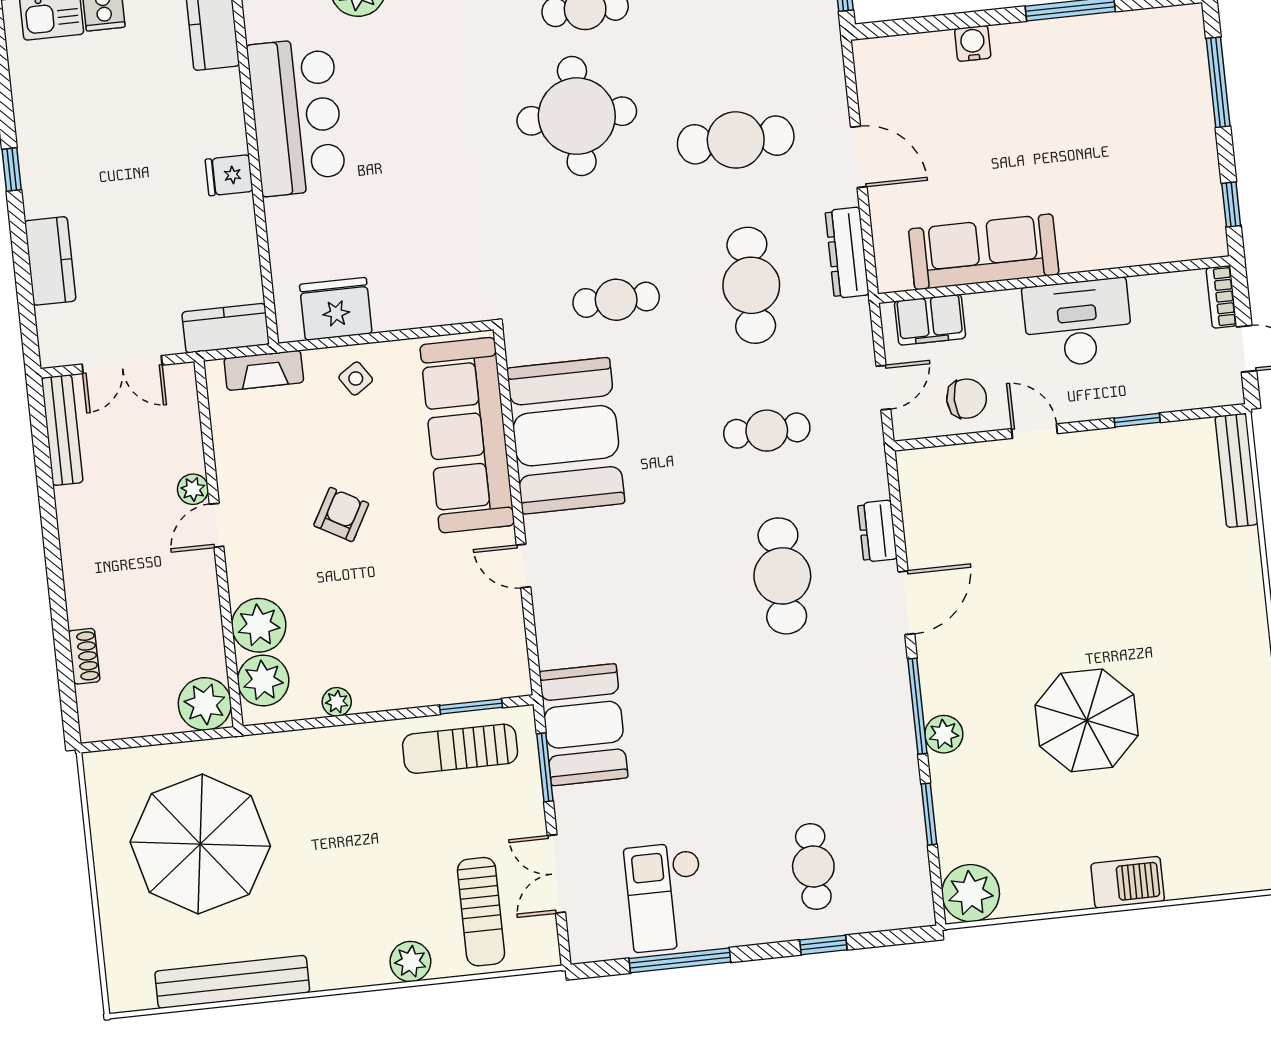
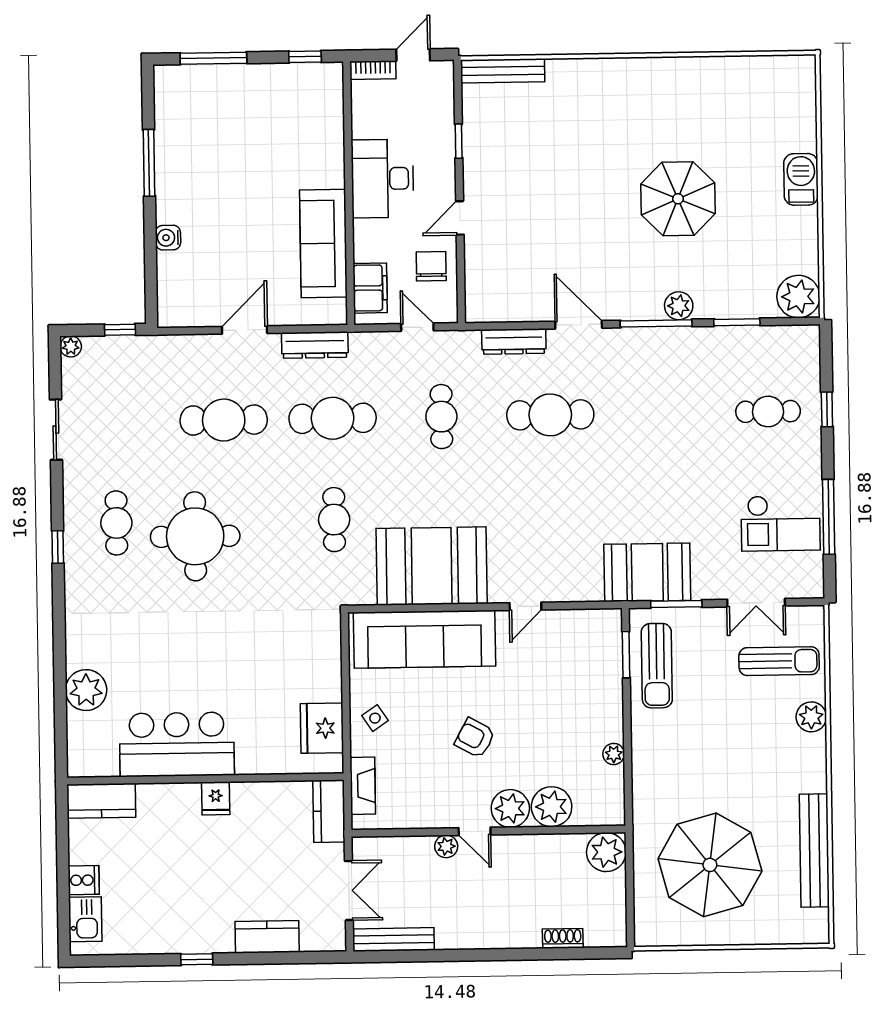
cafe table: (736, 140) -> (224, 420), turned 90
dresser: (877, 531) -> (514, 341), width x1.44
plant: (263, 681) -> (510, 808), moved

